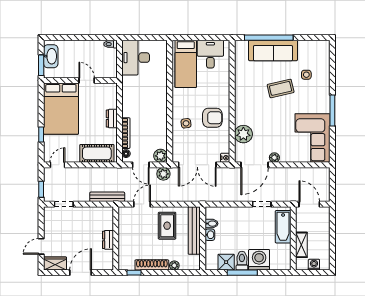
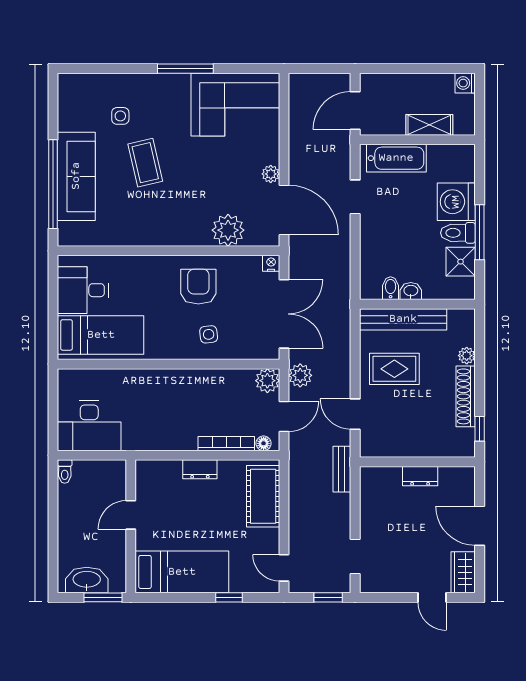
bed: (61, 109) -> (182, 572), width x0.67
bench: (107, 197) -> (342, 469), width x0.73
washing machine: (314, 265) -> (465, 83), moved

